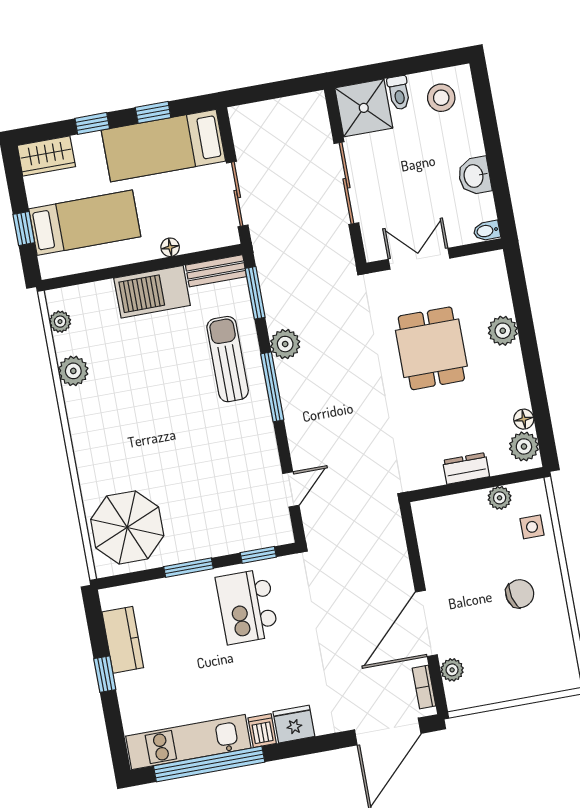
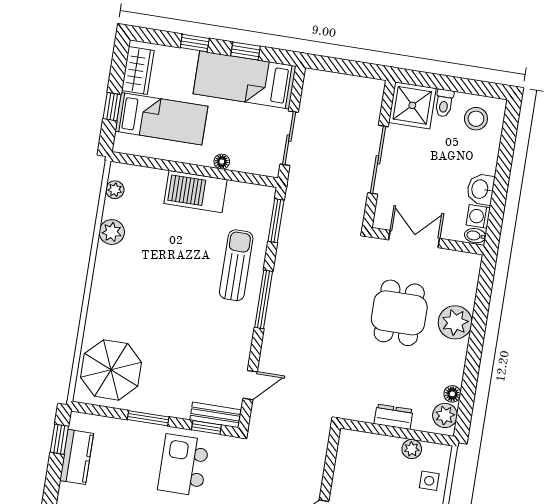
wardrobe: (46, 156) -> (138, 70), moved, turned -90
washing machine: (483, 208) -> (478, 216), added
bench: (216, 271) -> (215, 415), moved
plant: (503, 331) -> (455, 322), width x1.36, depth x1.36
plant: (285, 344) -> (286, 269), removed
window: (105, 674) -> (59, 439), moved

